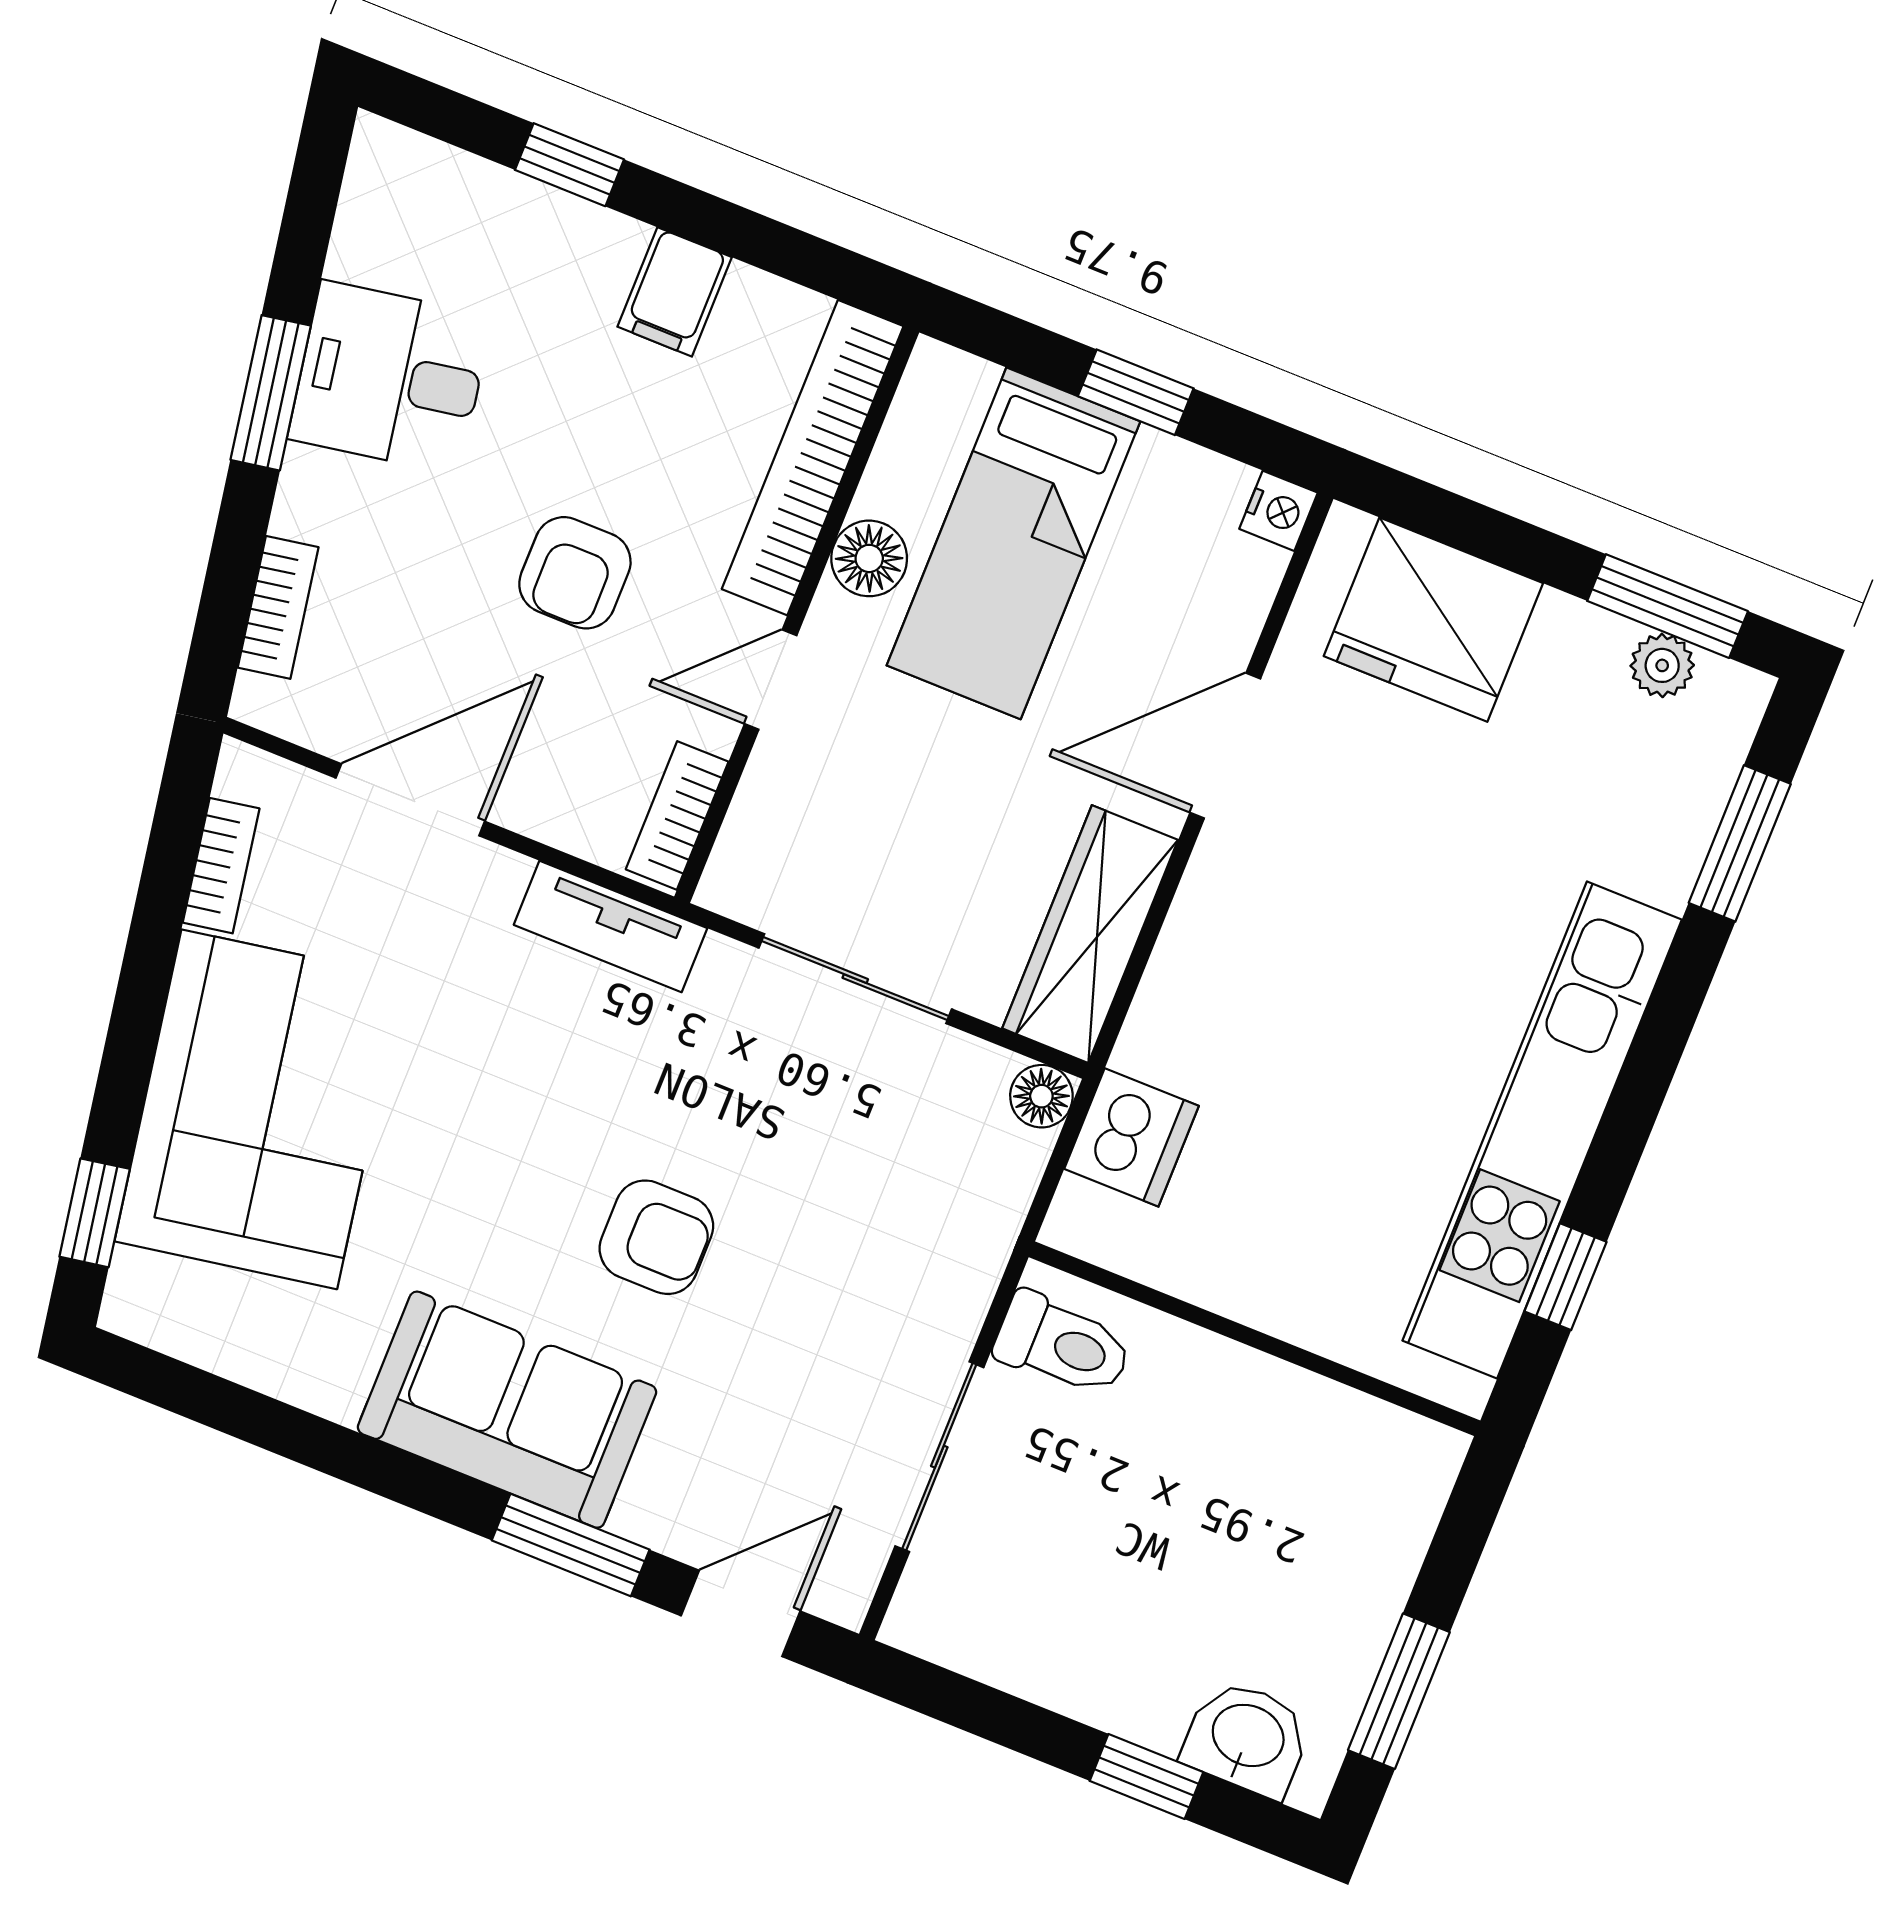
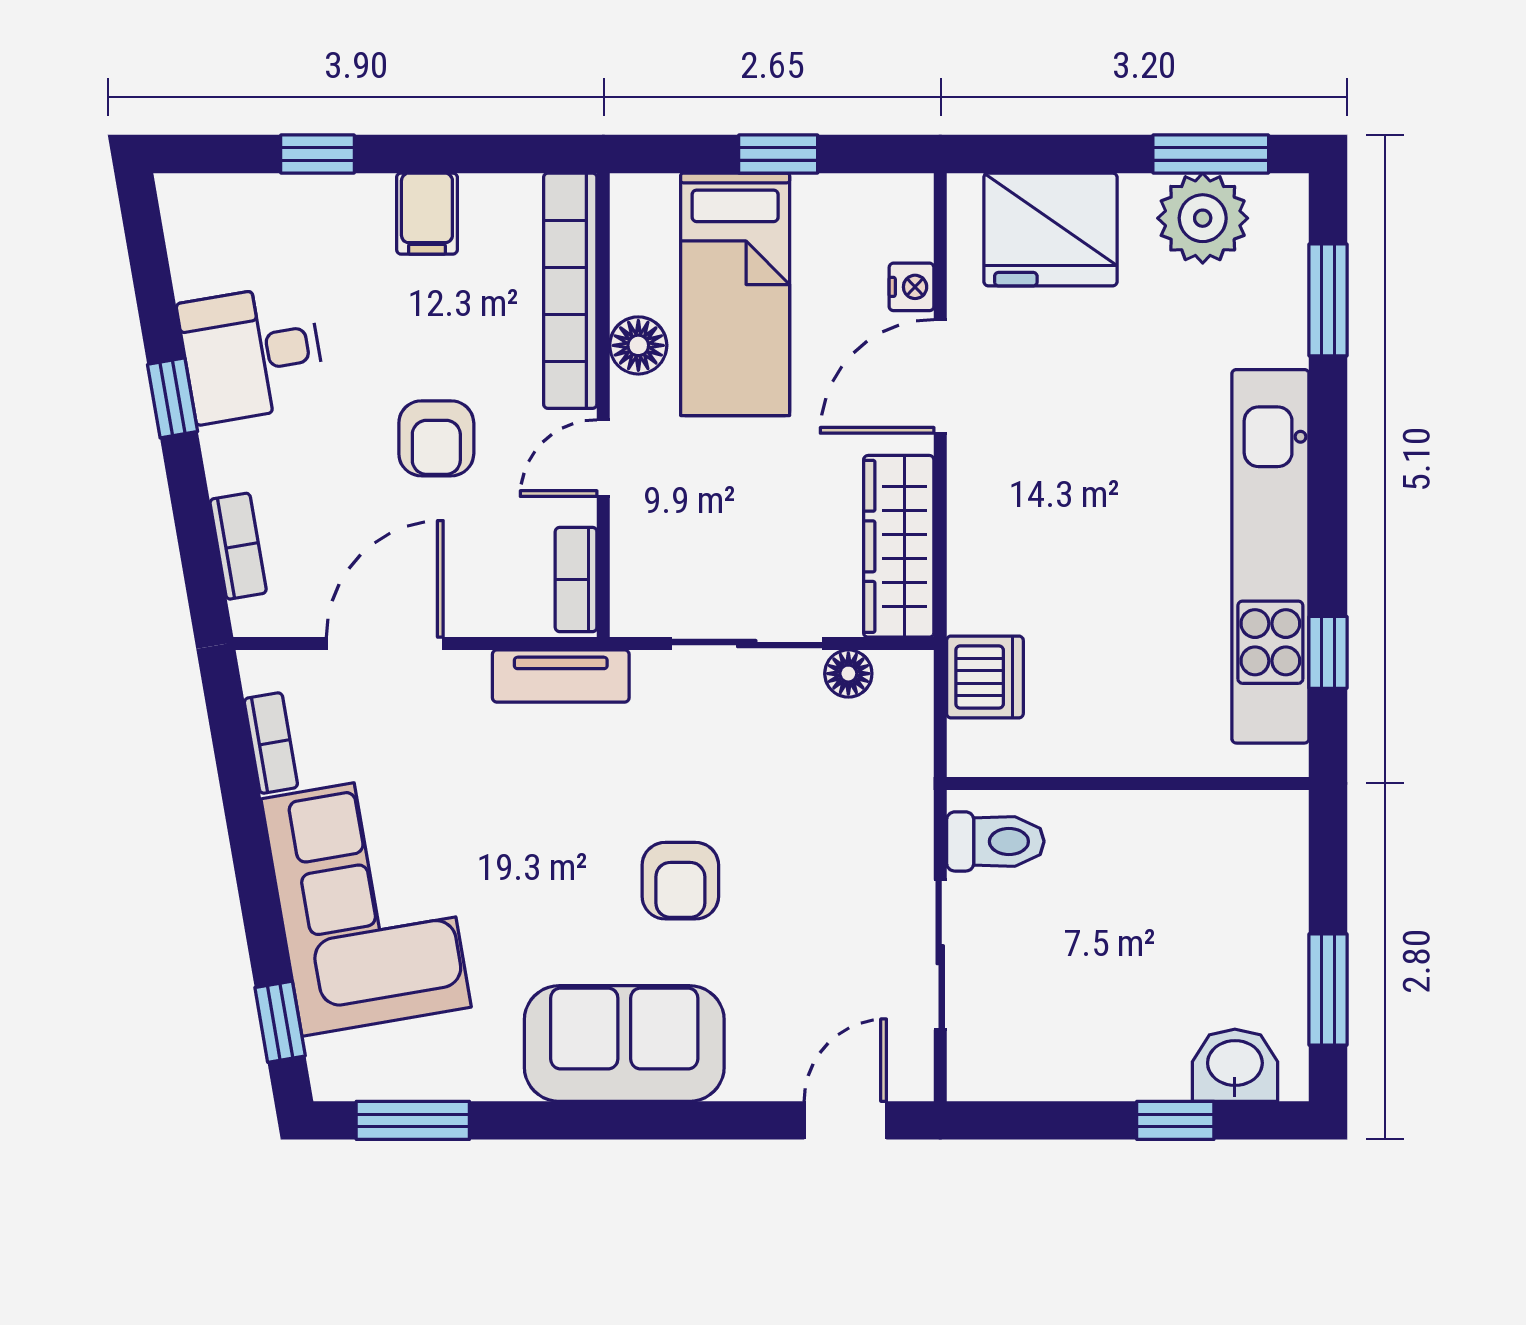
window: (271, 393) -> (173, 398), width x0.67
nightstand: (1278, 511) -> (911, 287), moved
plant: (1662, 665) -> (1203, 218), width x1.87, depth x1.87
floor lamp: (1041, 1096) -> (848, 674), moved
armchair: (656, 1237) -> (680, 881), turned 90
window: (571, 1545) -> (413, 1120), moved

